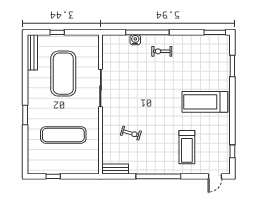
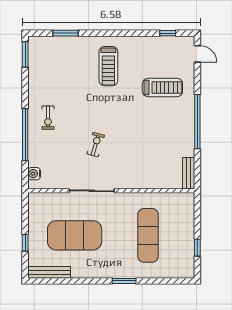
water cooler: (135, 40) -> (34, 174), moved
treadmill: (205, 102) -> (108, 66), width x0.73, depth x0.73
exercise bike: (131, 133) -> (96, 145), moved

